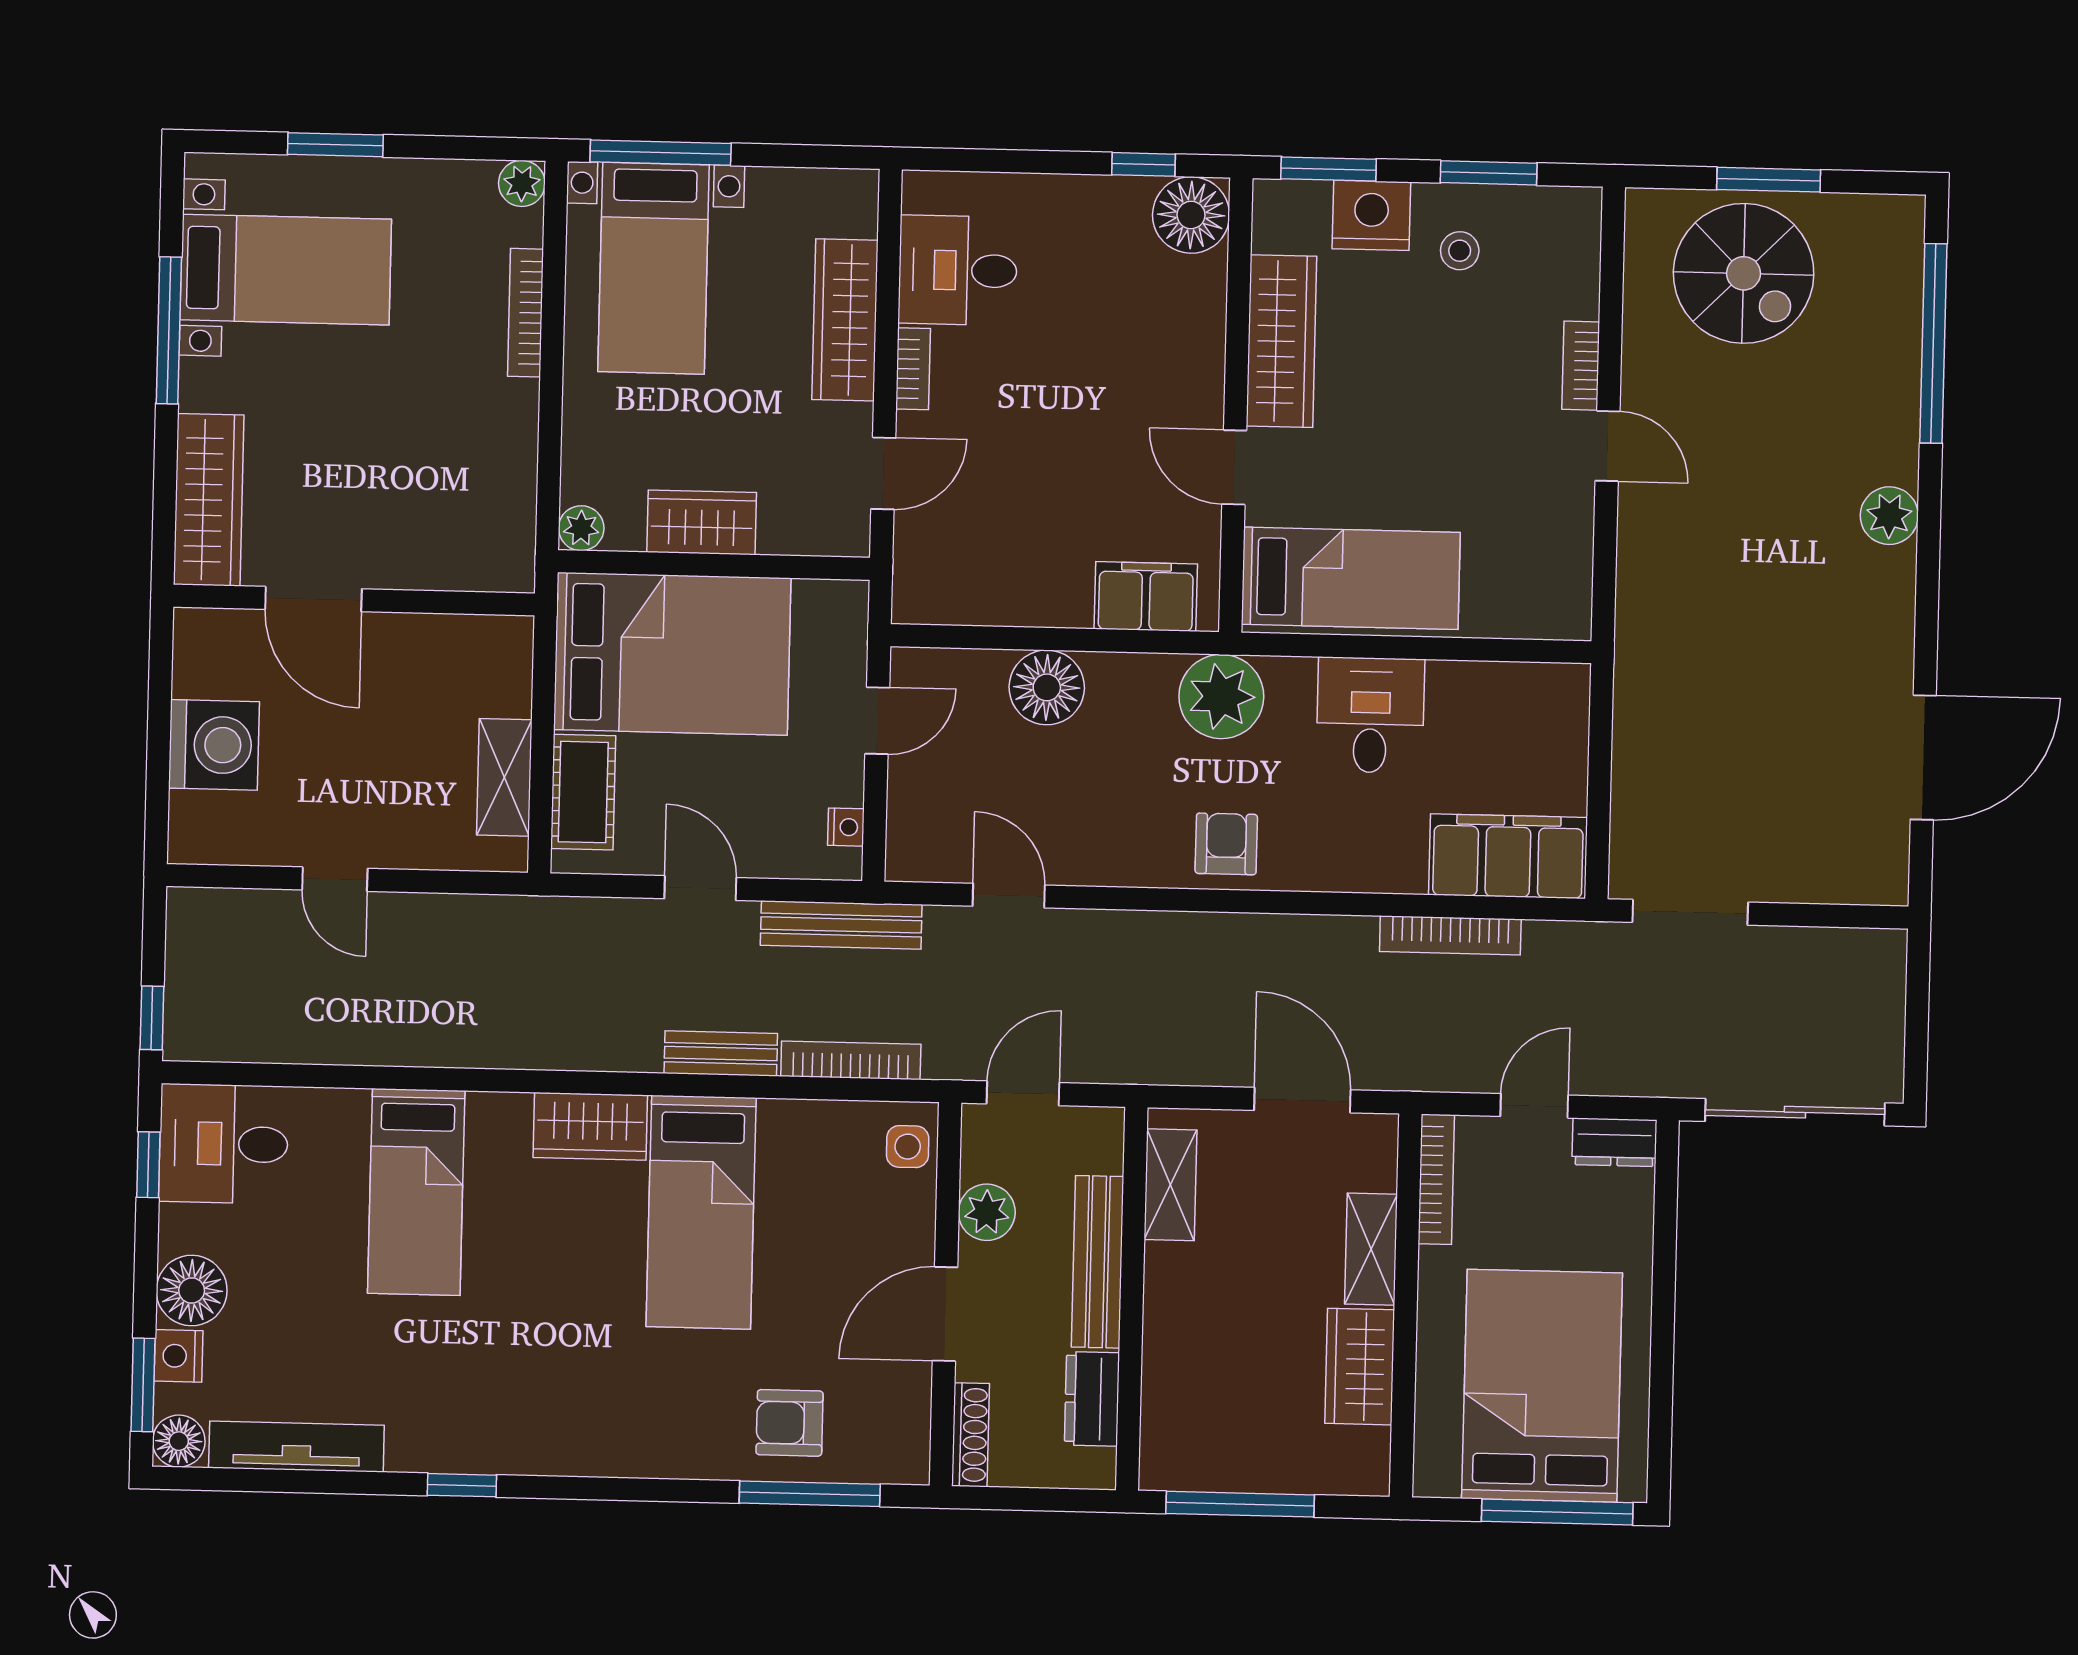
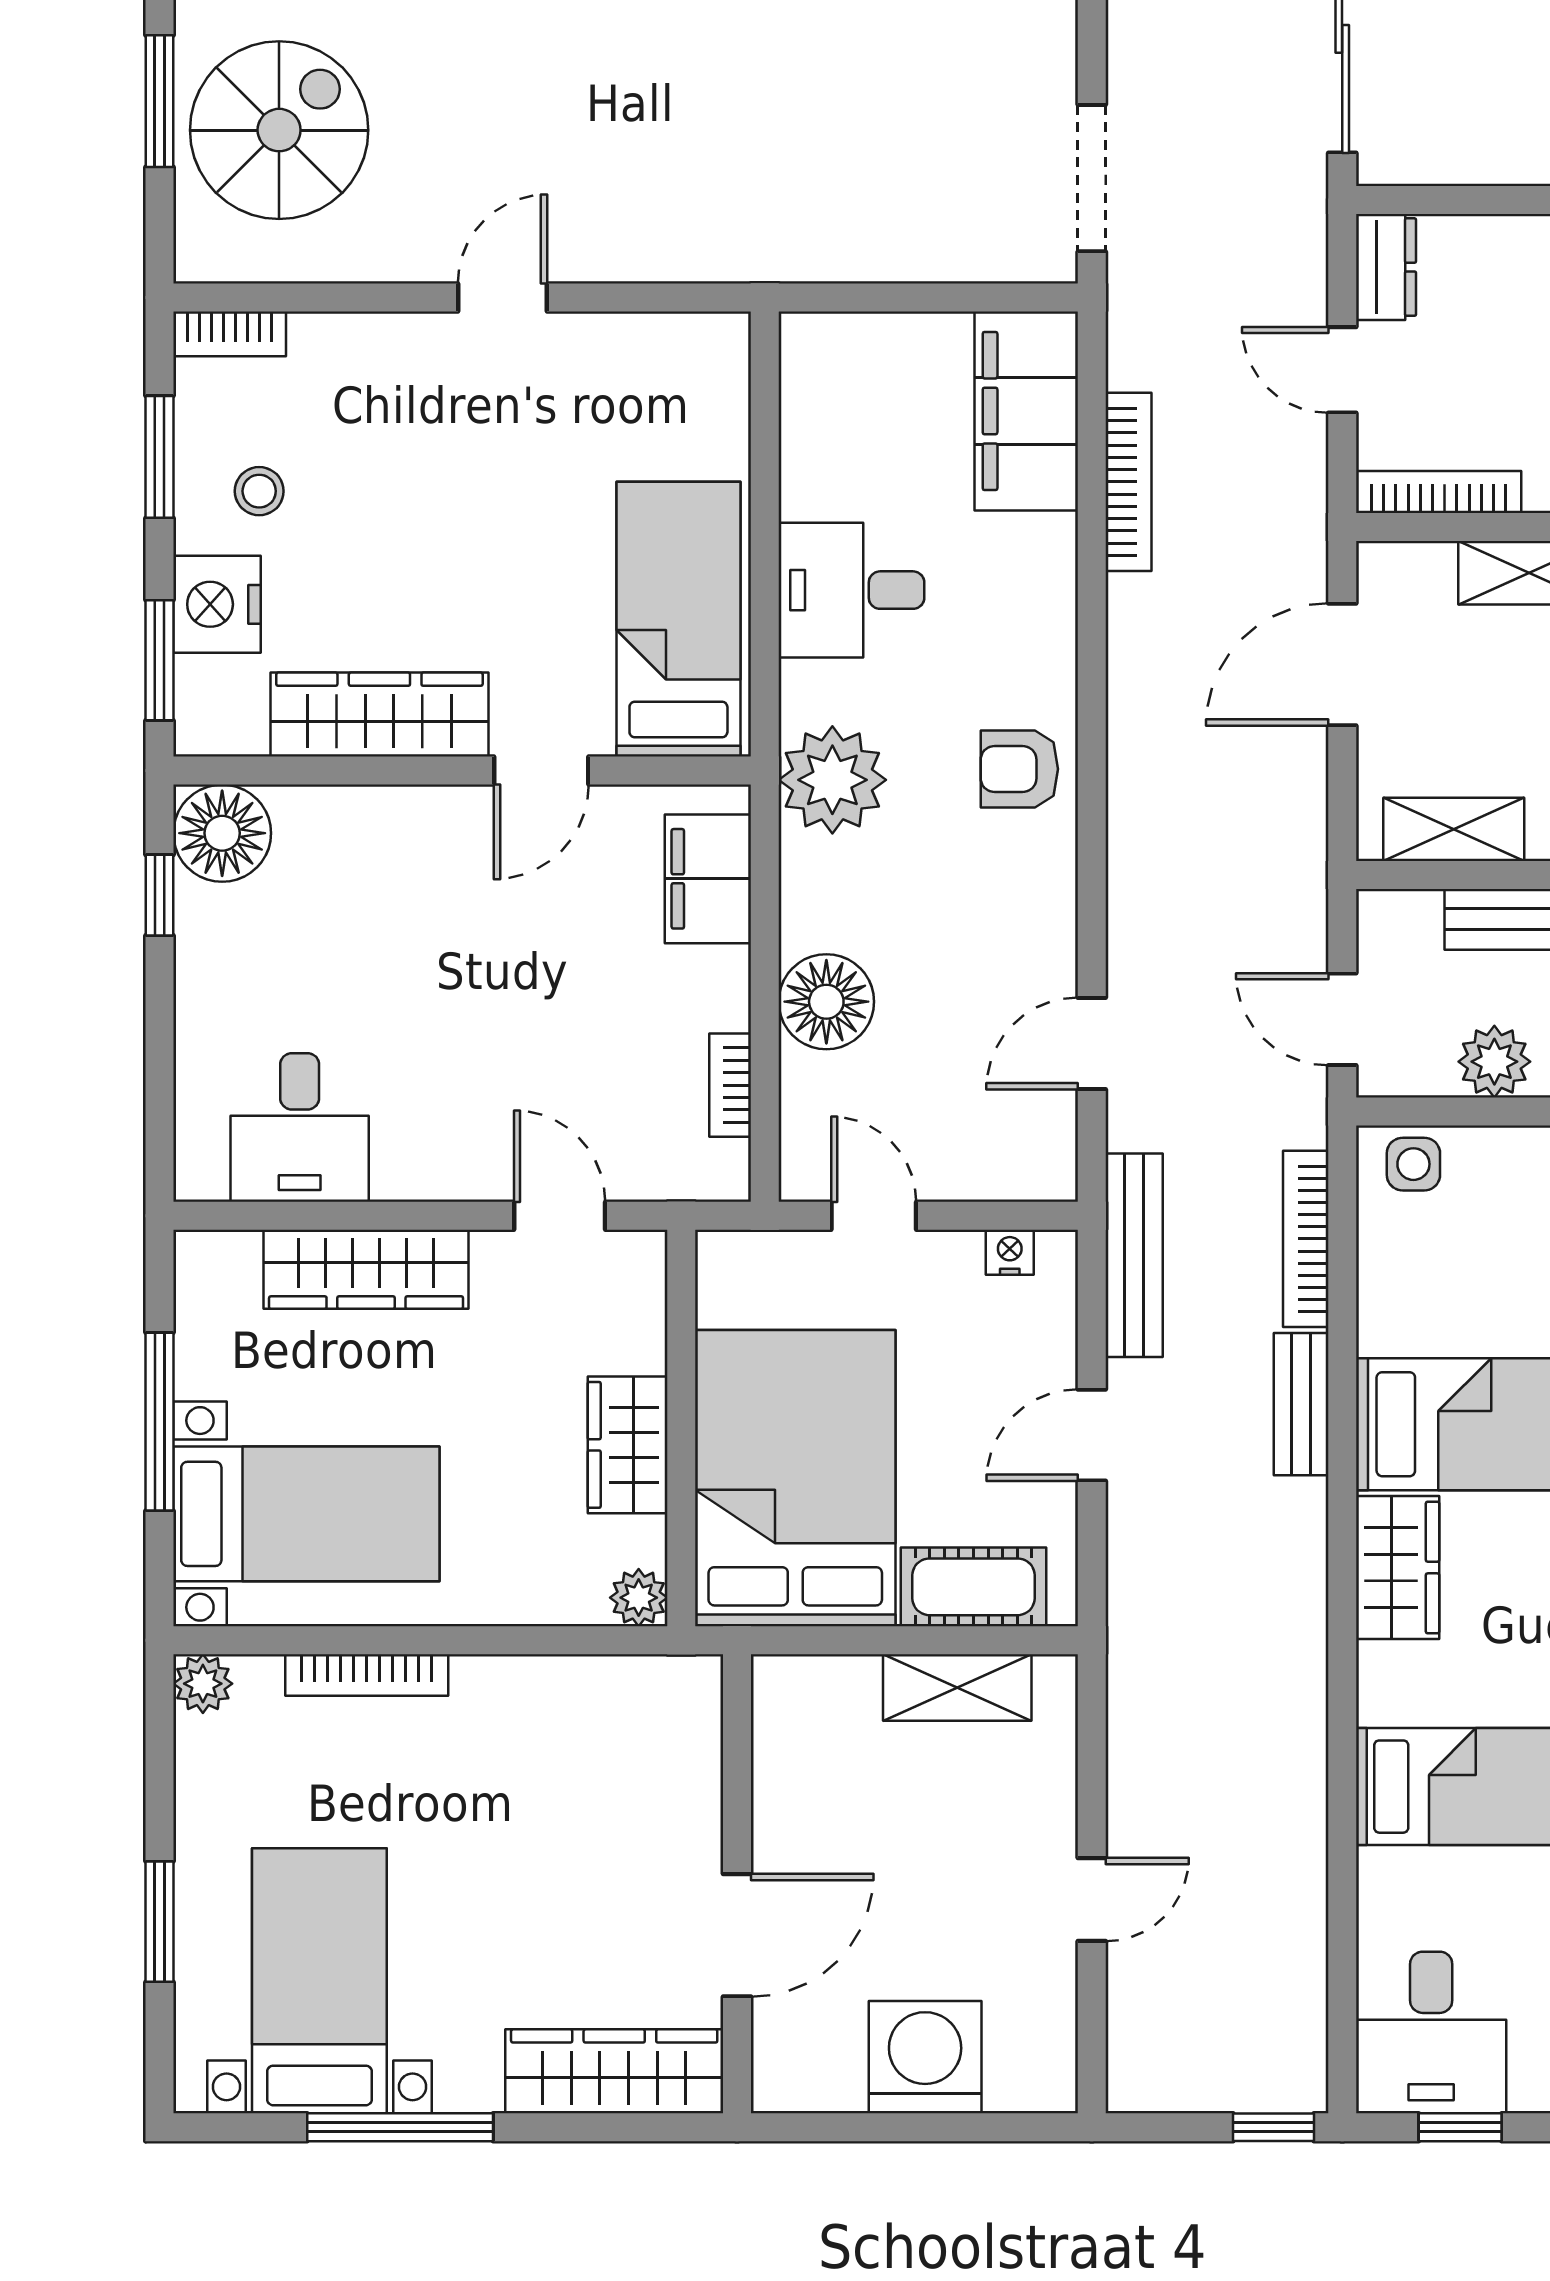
window: (661, 153) -> (159, 1422), moved
bookcase: (1581, 366) -> (230, 334), moved
bookcase: (913, 369) -> (730, 1085), moved, turned -90

